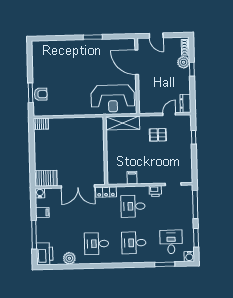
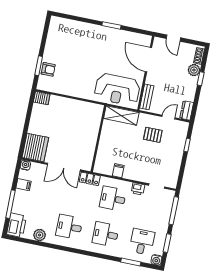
bench: (143, 99) -> (147, 97), added
server rack: (46, 178) -> (35, 148), width x1.60

